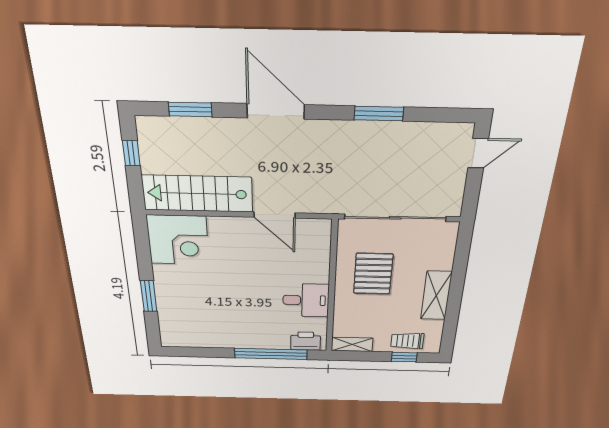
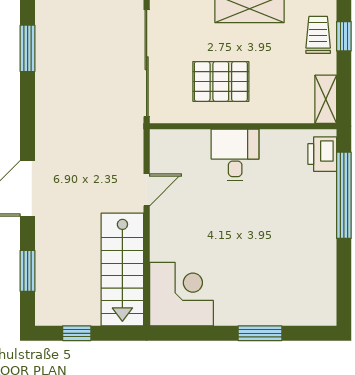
window: (379, 114) -> (28, 48), moved
door: (275, 215) -> (147, 190), width x0.73
desk: (306, 300) -> (235, 155), moved
trolley: (407, 341) -> (318, 35), turned 180

